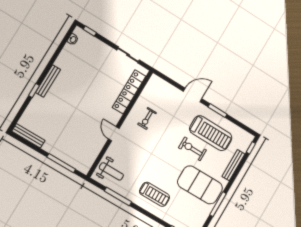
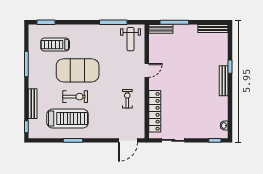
door: (193, 95) -> (128, 140), moved
treadmill: (211, 133) -> (68, 119), turned 180
door: (114, 134) -> (147, 70), hinge flipped
bench: (78, 164) -> (161, 29), added
weight bench: (111, 171) -> (131, 39), turned -90
exercise mat: (200, 185) -> (78, 70), moved
treadmill: (154, 194) -> (55, 45), moved

